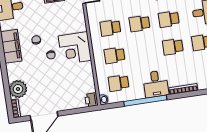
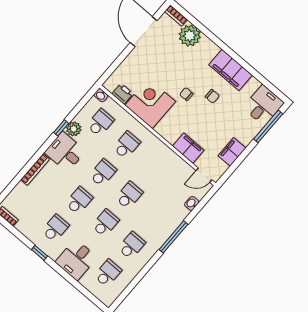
filing cabinet: (78, 21) -> (188, 148), added
school desk: (110, 28) -> (103, 173), moved
corner desk: (75, 48) -> (150, 103), moved
plant: (138, 93) -> (74, 129), added
printer: (91, 100) -> (122, 94), moved
window: (145, 101) -> (61, 128), width x0.32

